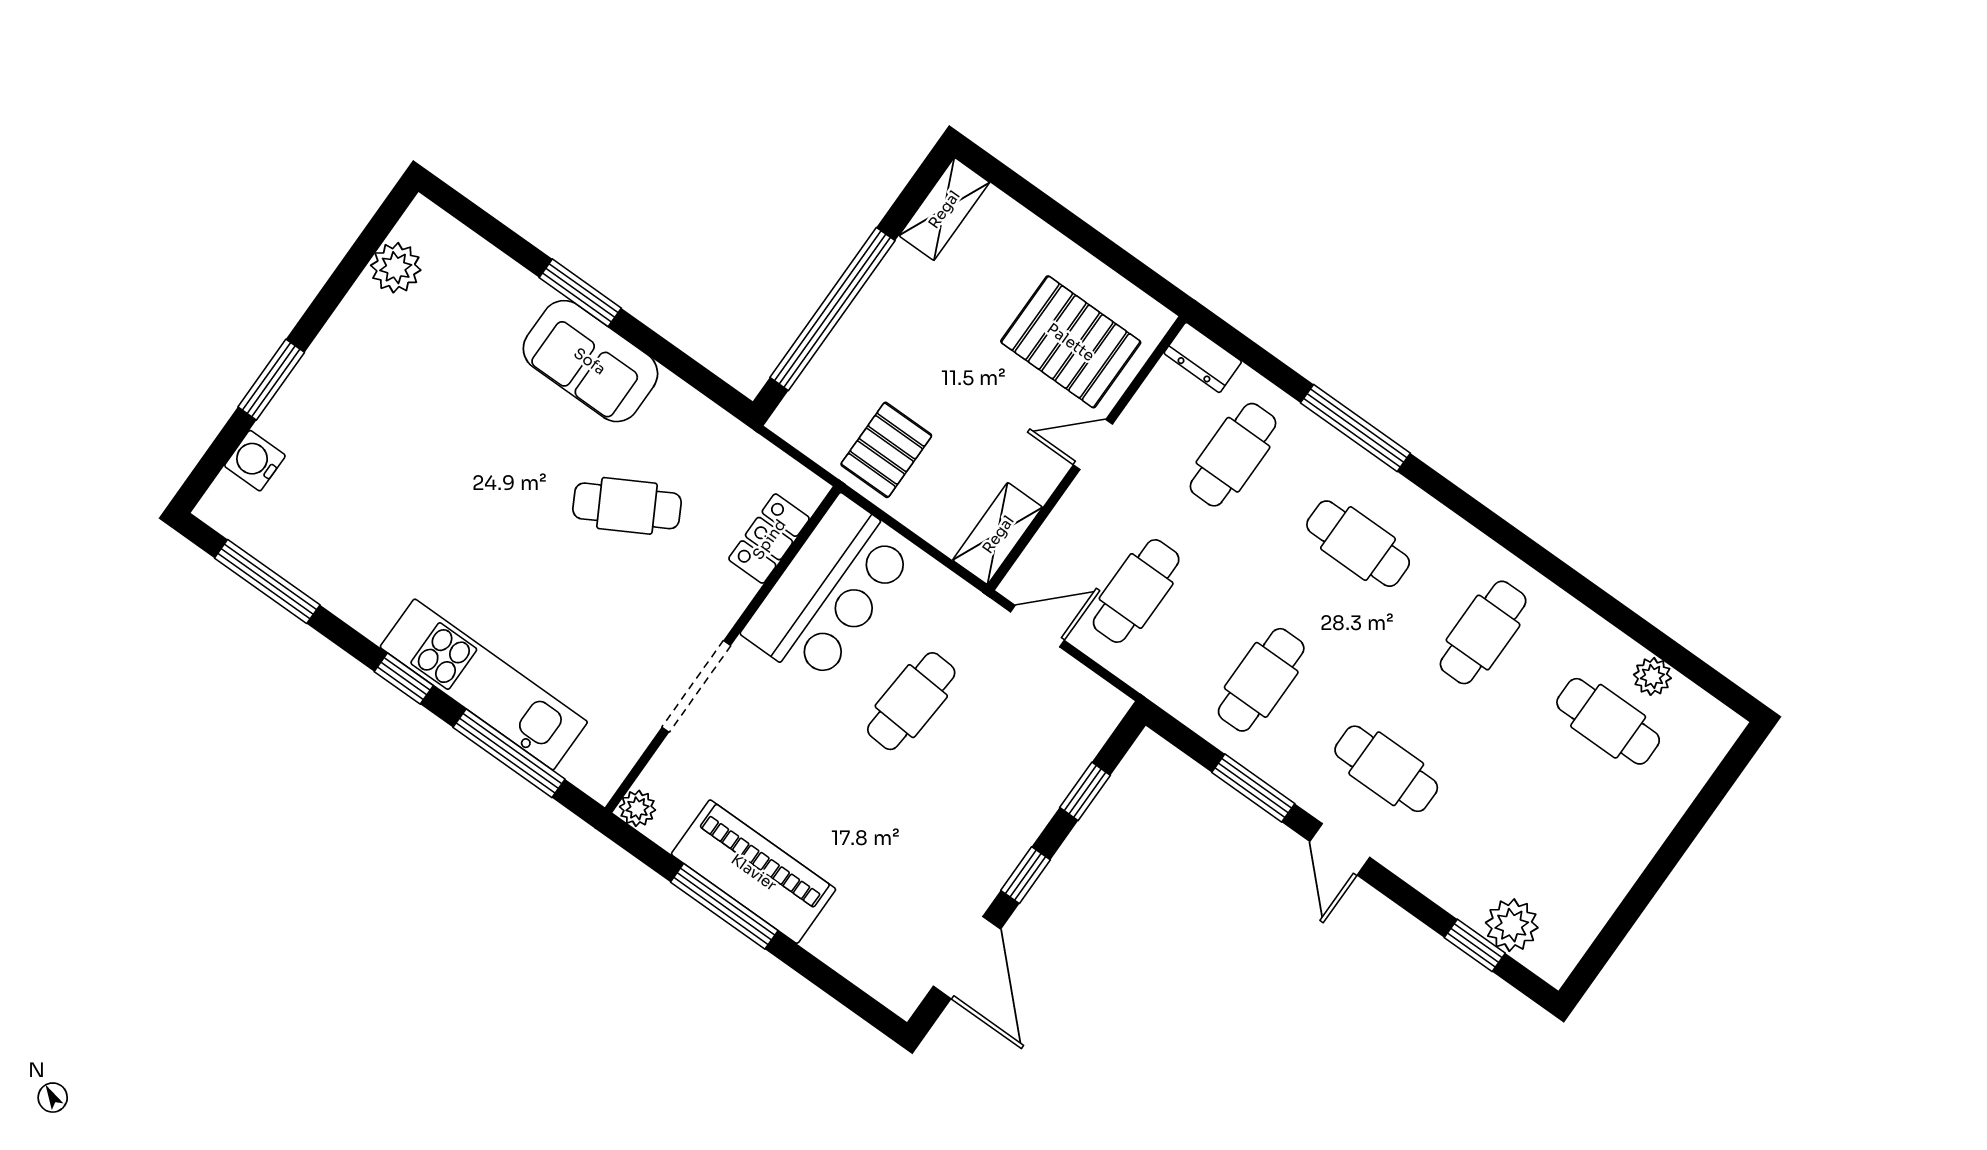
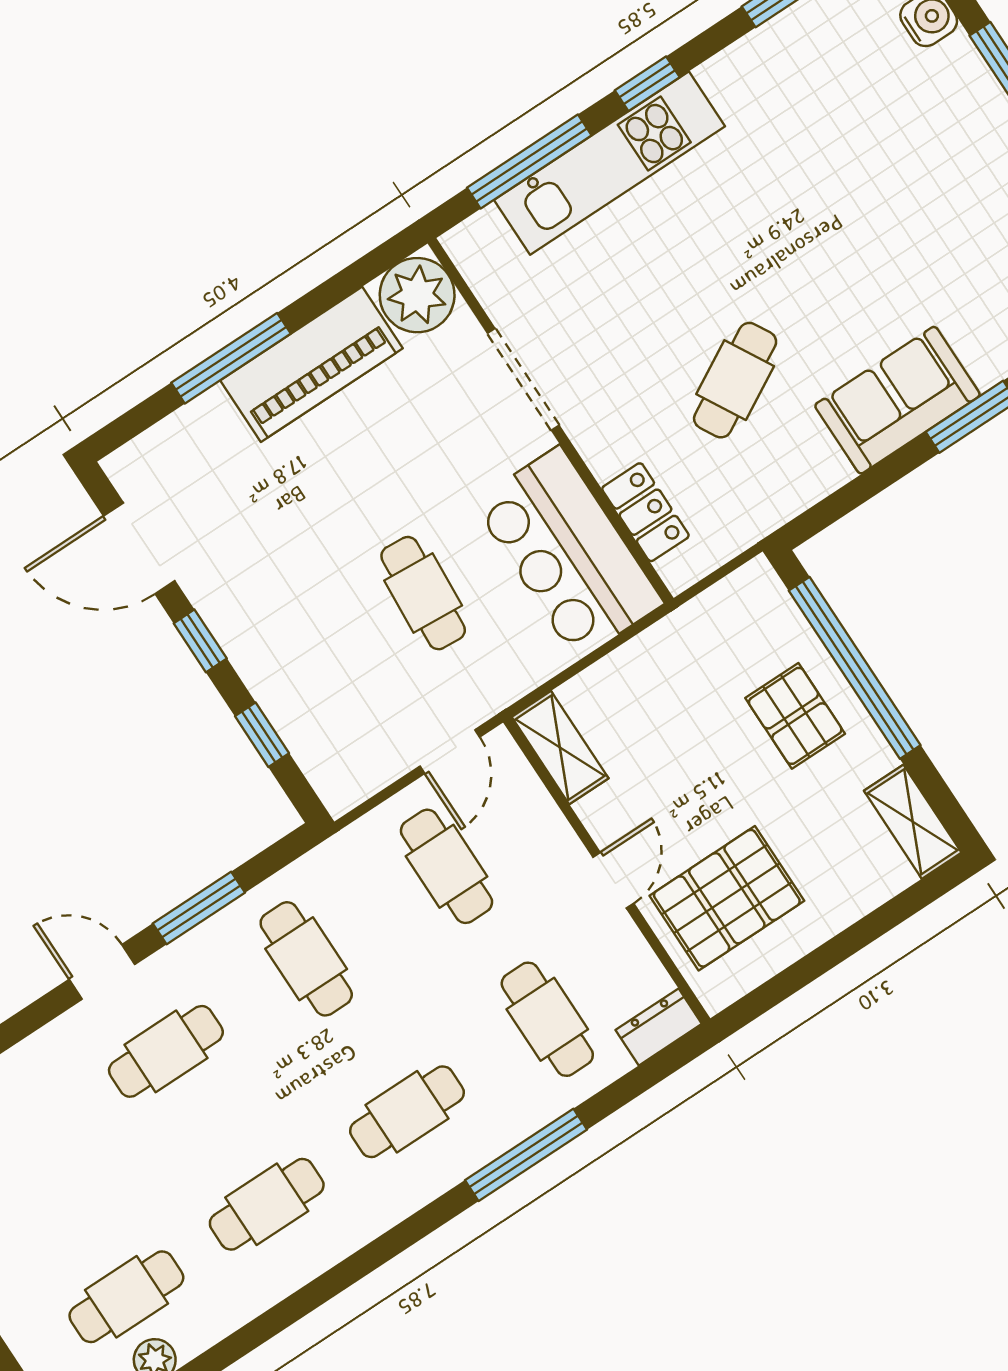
pallet: (886, 450) -> (795, 716), moved
cafe table: (1483, 632) -> (267, 1204), turned 90
plant: (638, 808) -> (417, 295), width x1.87, depth x1.87
window: (724, 906) -> (231, 358), moved

